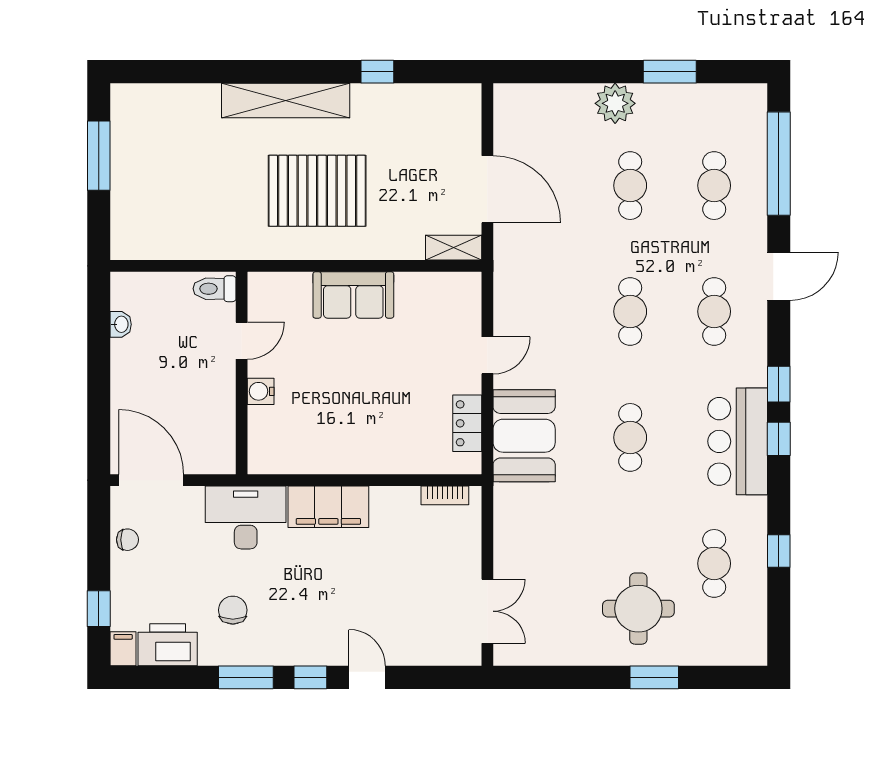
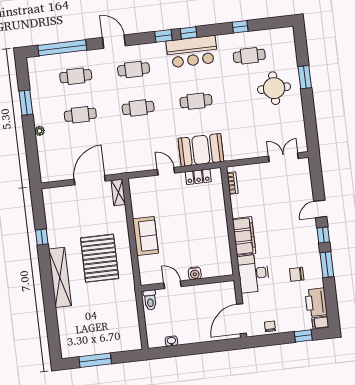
plant: (615, 103) -> (40, 131), width x0.53, depth x0.53

